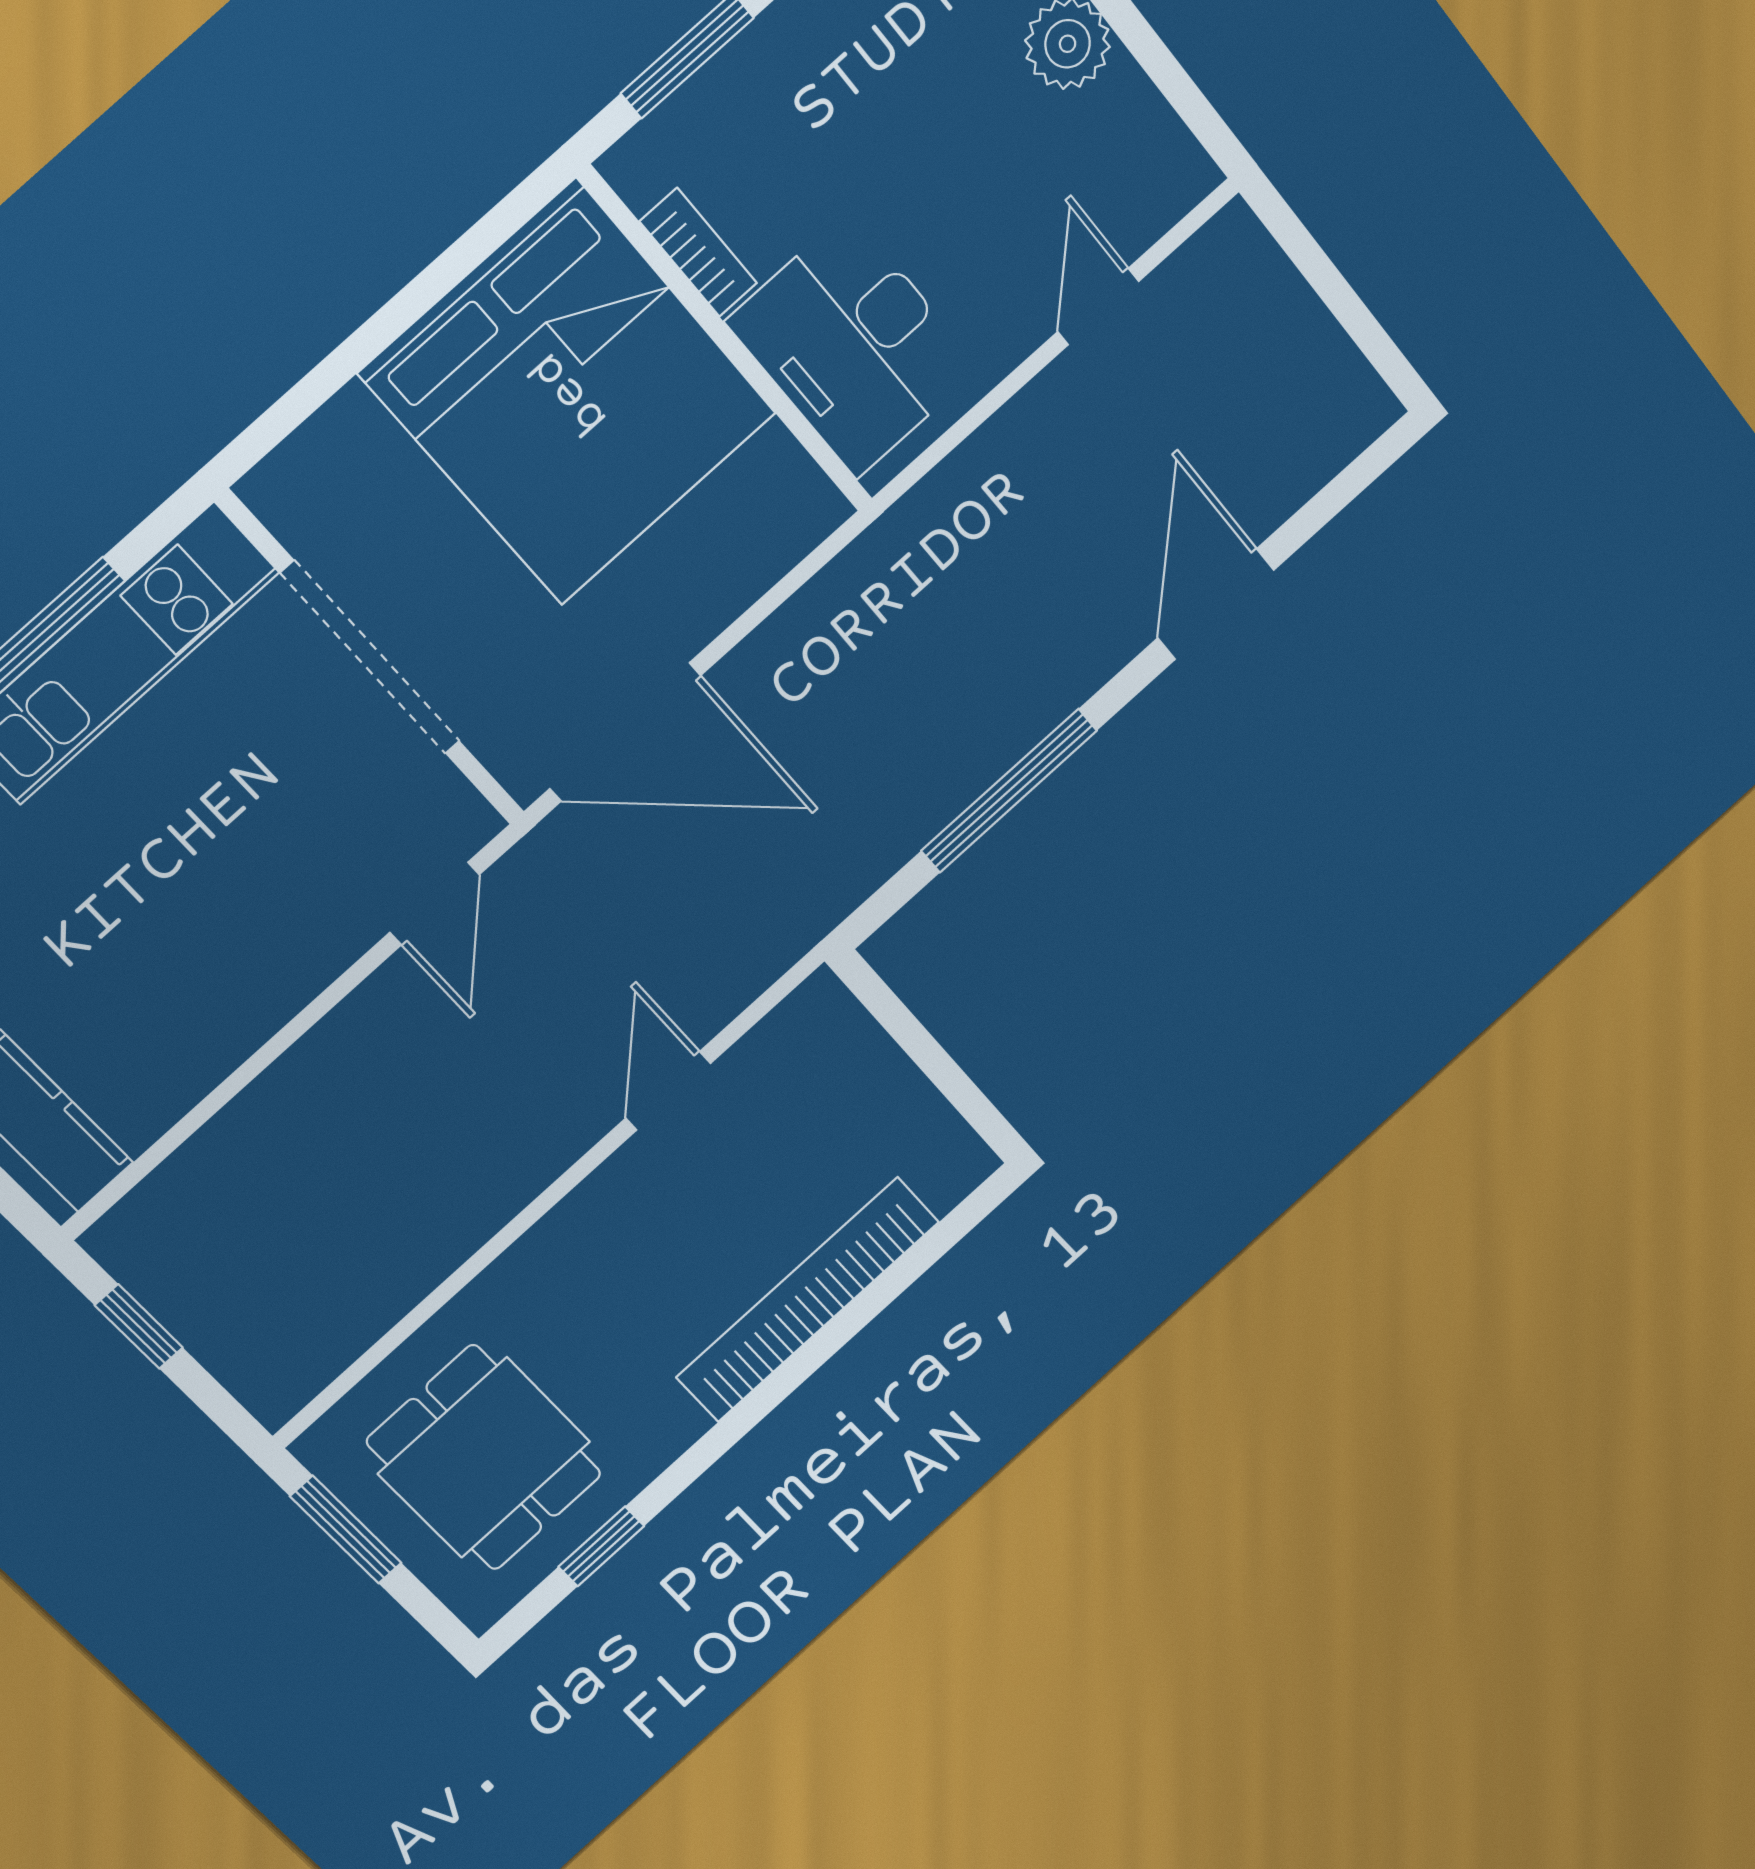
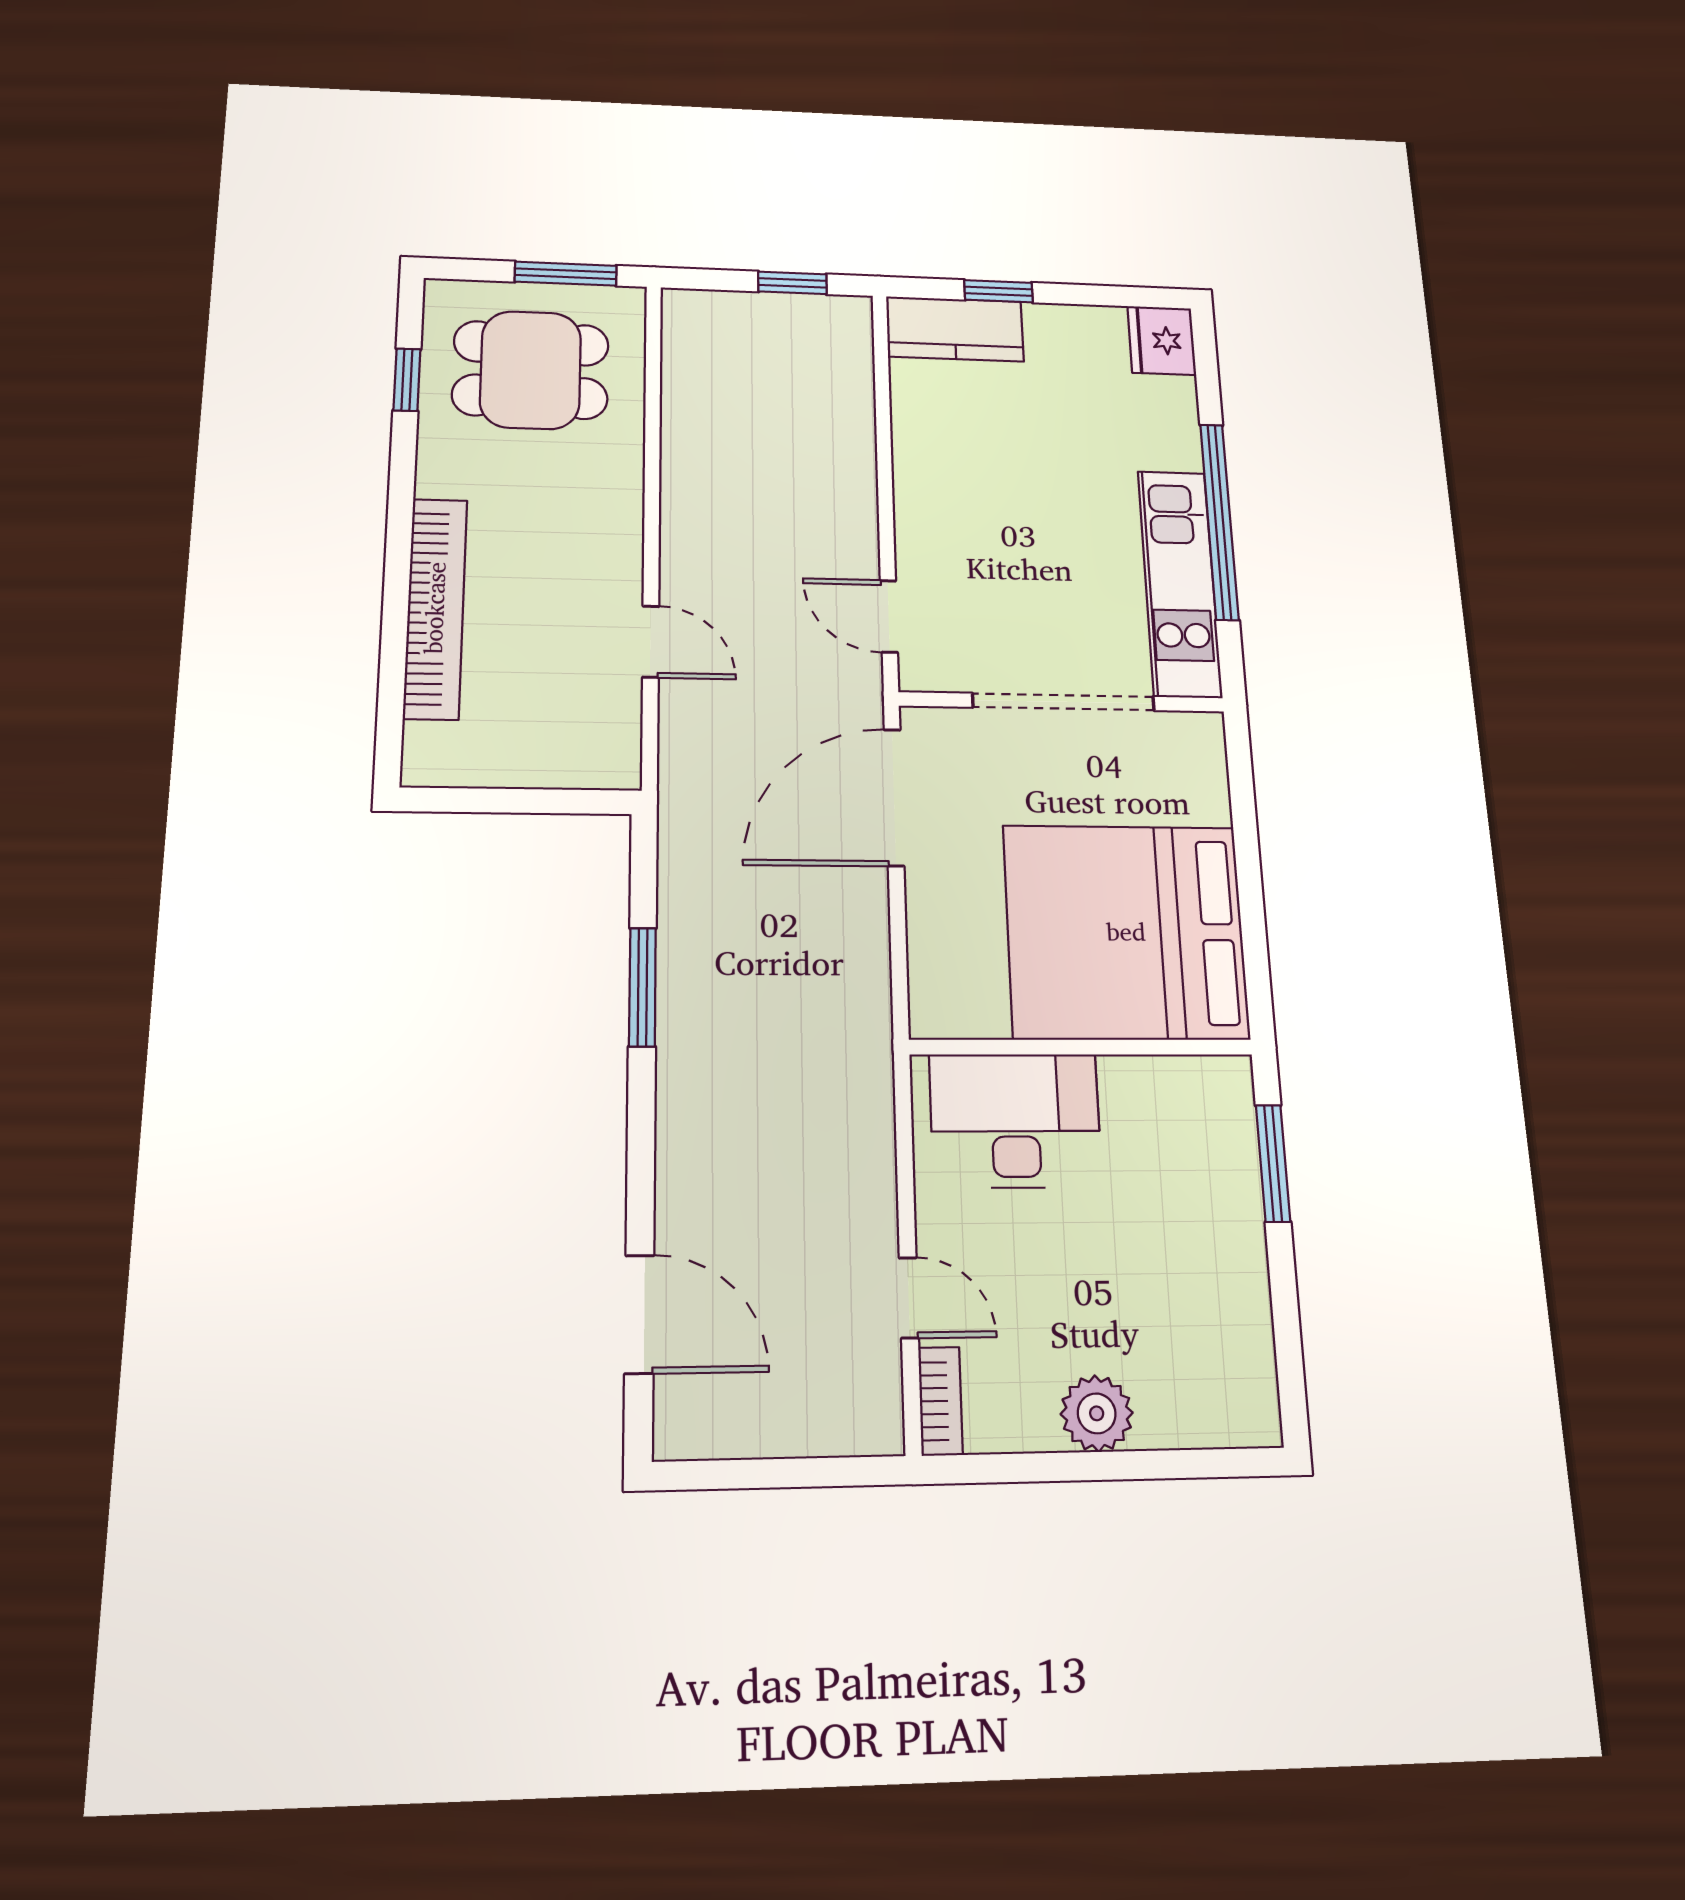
bookcase: (698, 252) -> (940, 1401), moved, turned -90
door: (1216, 604) -> (639, 1314), moved
window: (1009, 791) -> (642, 987), width x0.69

